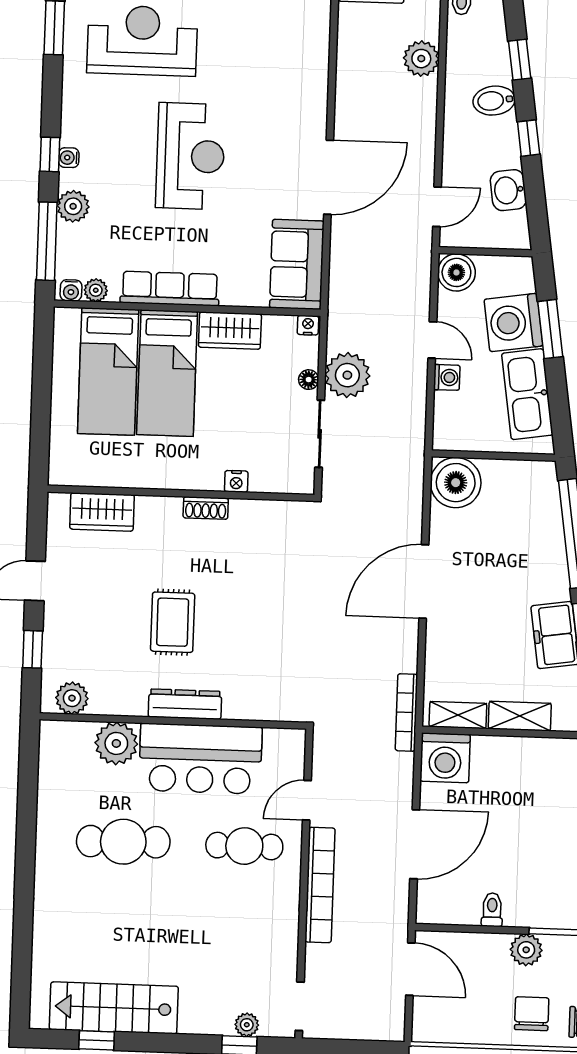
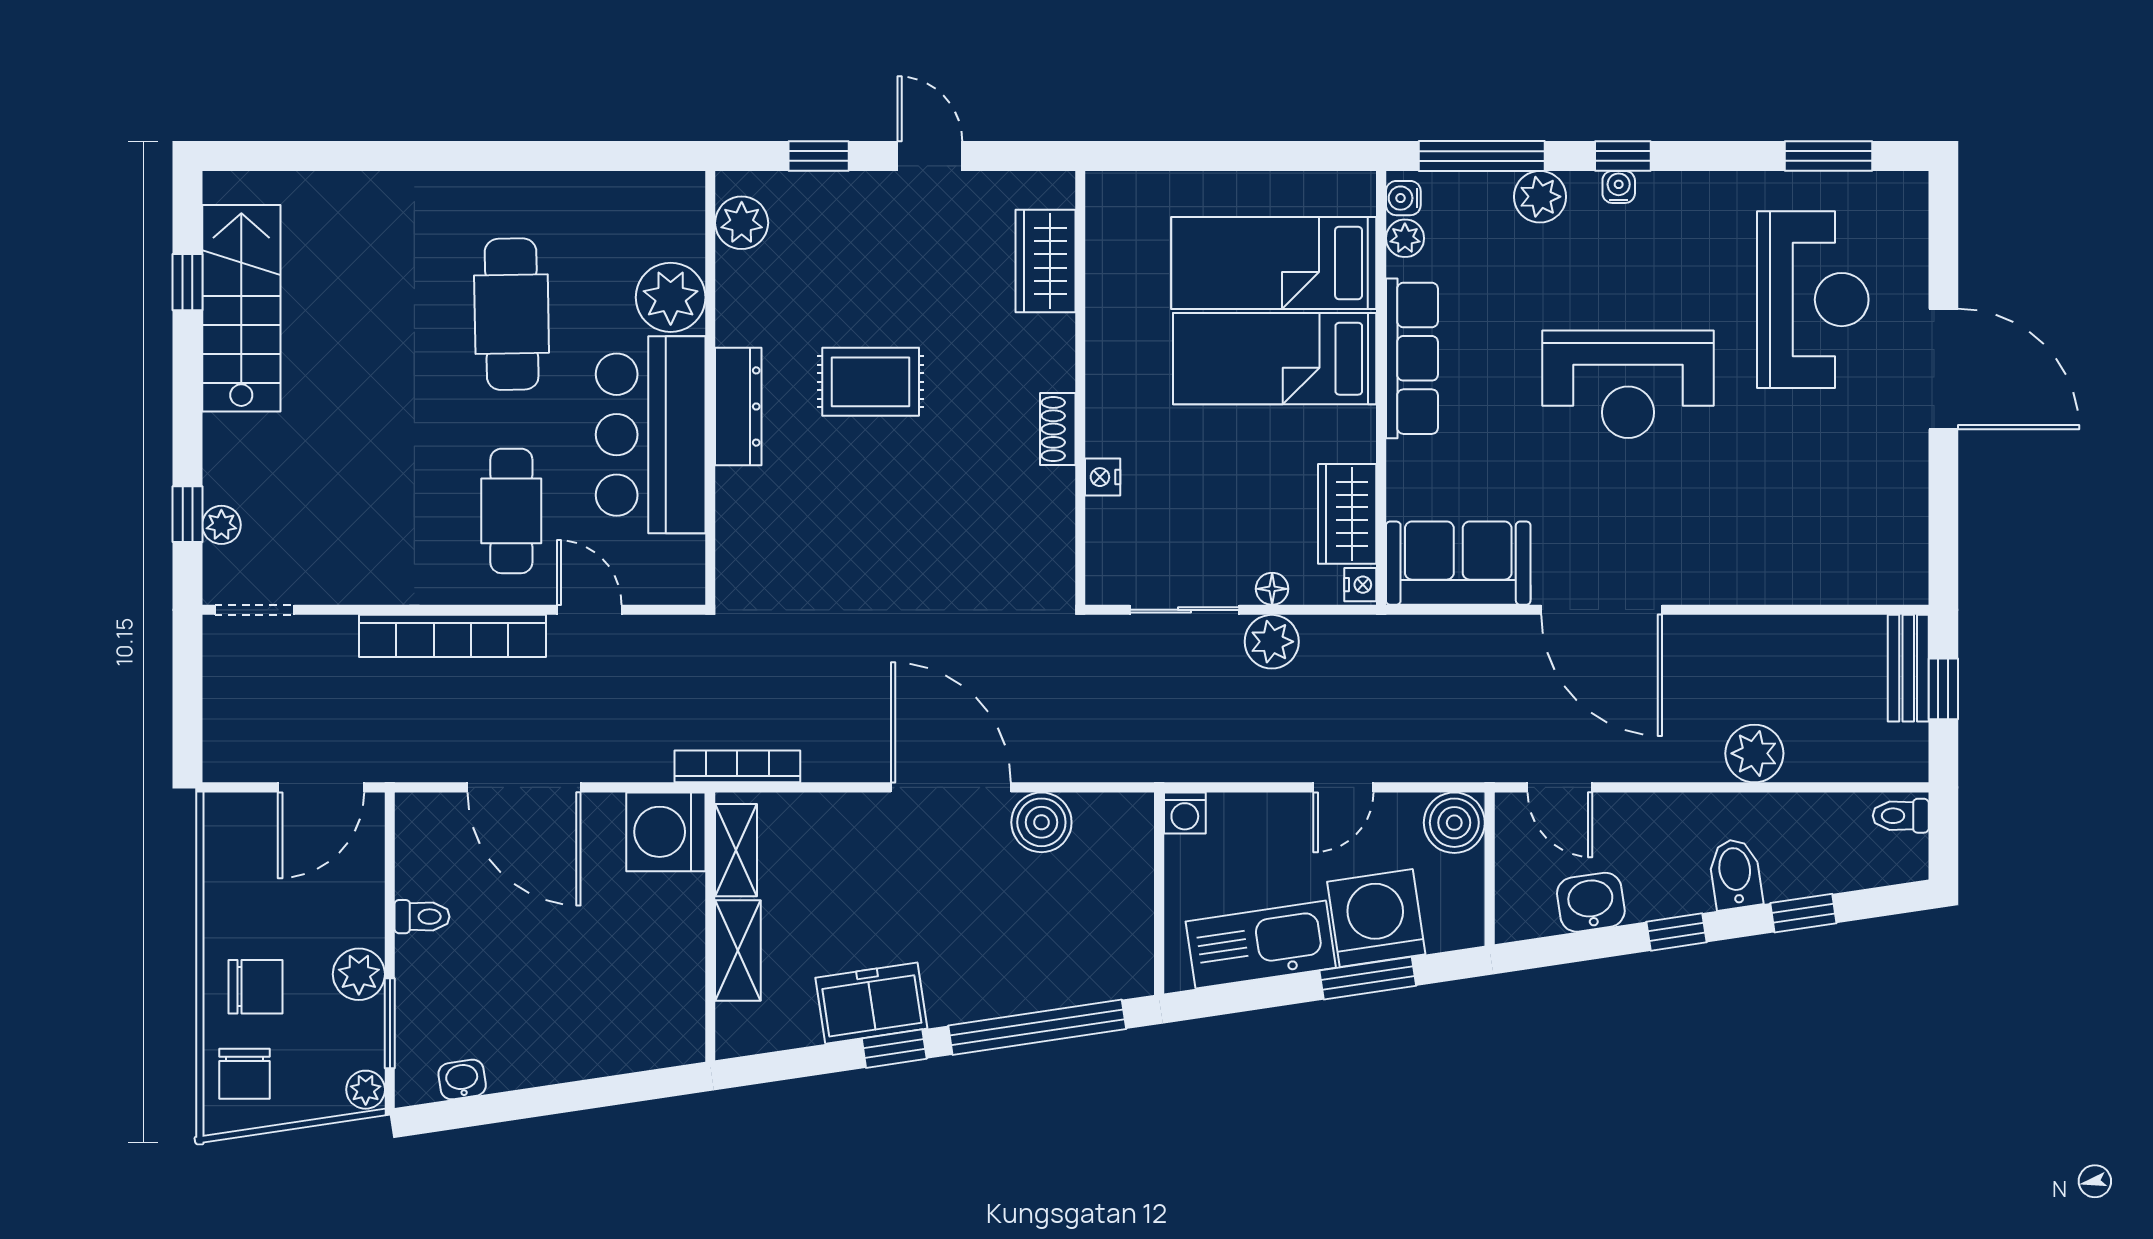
plant: (421, 59) -> (1754, 753), moved
wardrobe: (230, 331) -> (1347, 514), moved
plant: (347, 375) -> (1272, 642), width x0.73, depth x0.73
washing machine: (447, 377) -> (1185, 813), moved
boiler: (456, 483) -> (1041, 822), moved, width x0.73, depth x0.73

